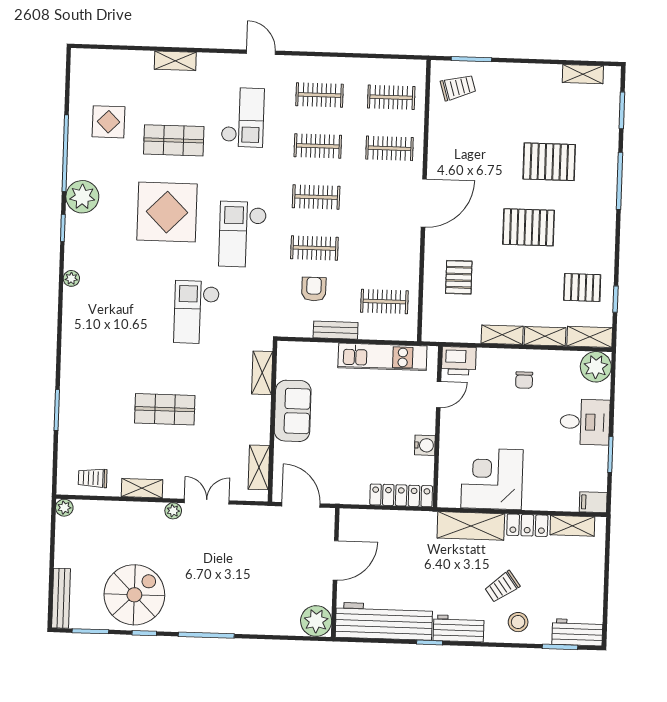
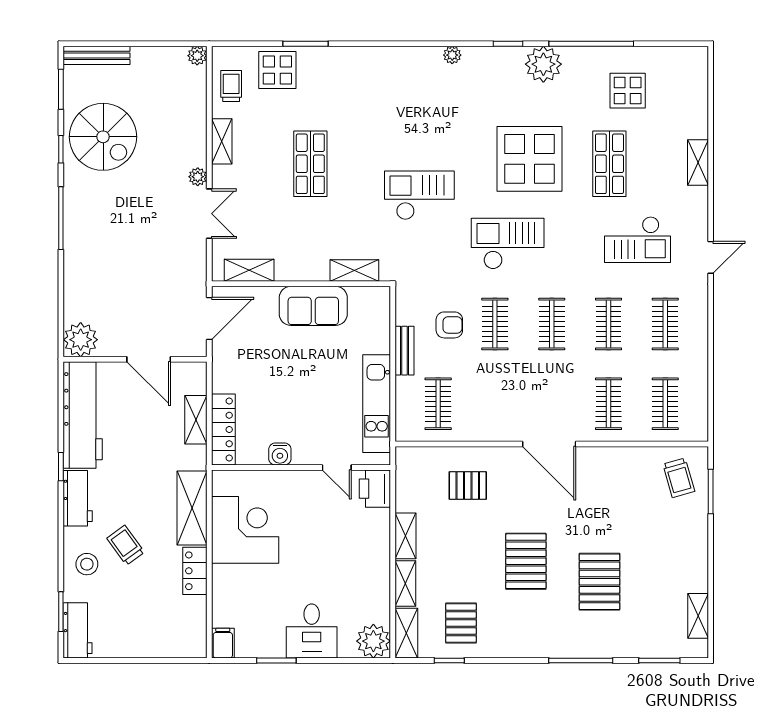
chair: (524, 380) -> (356, 562), removed
display table: (80, 436) -> (277, 70), added
shelving: (572, 526) -> (196, 420), moved

